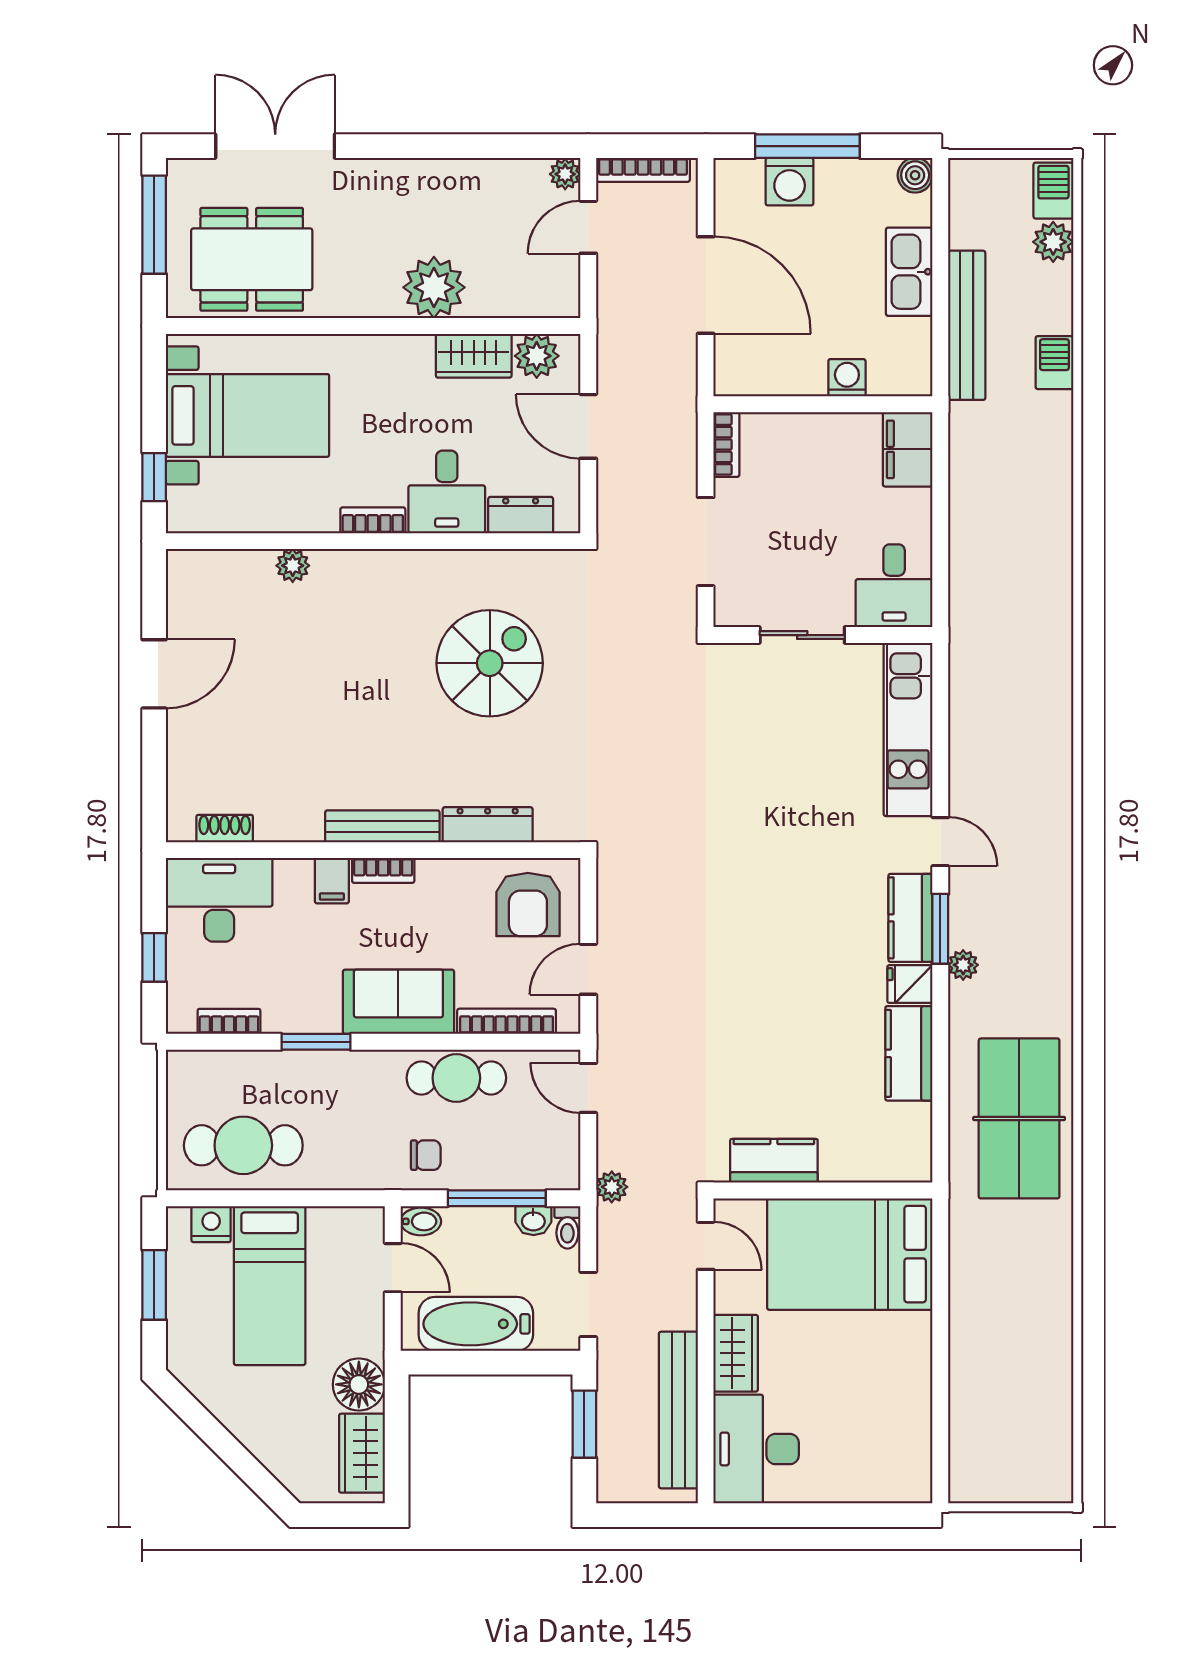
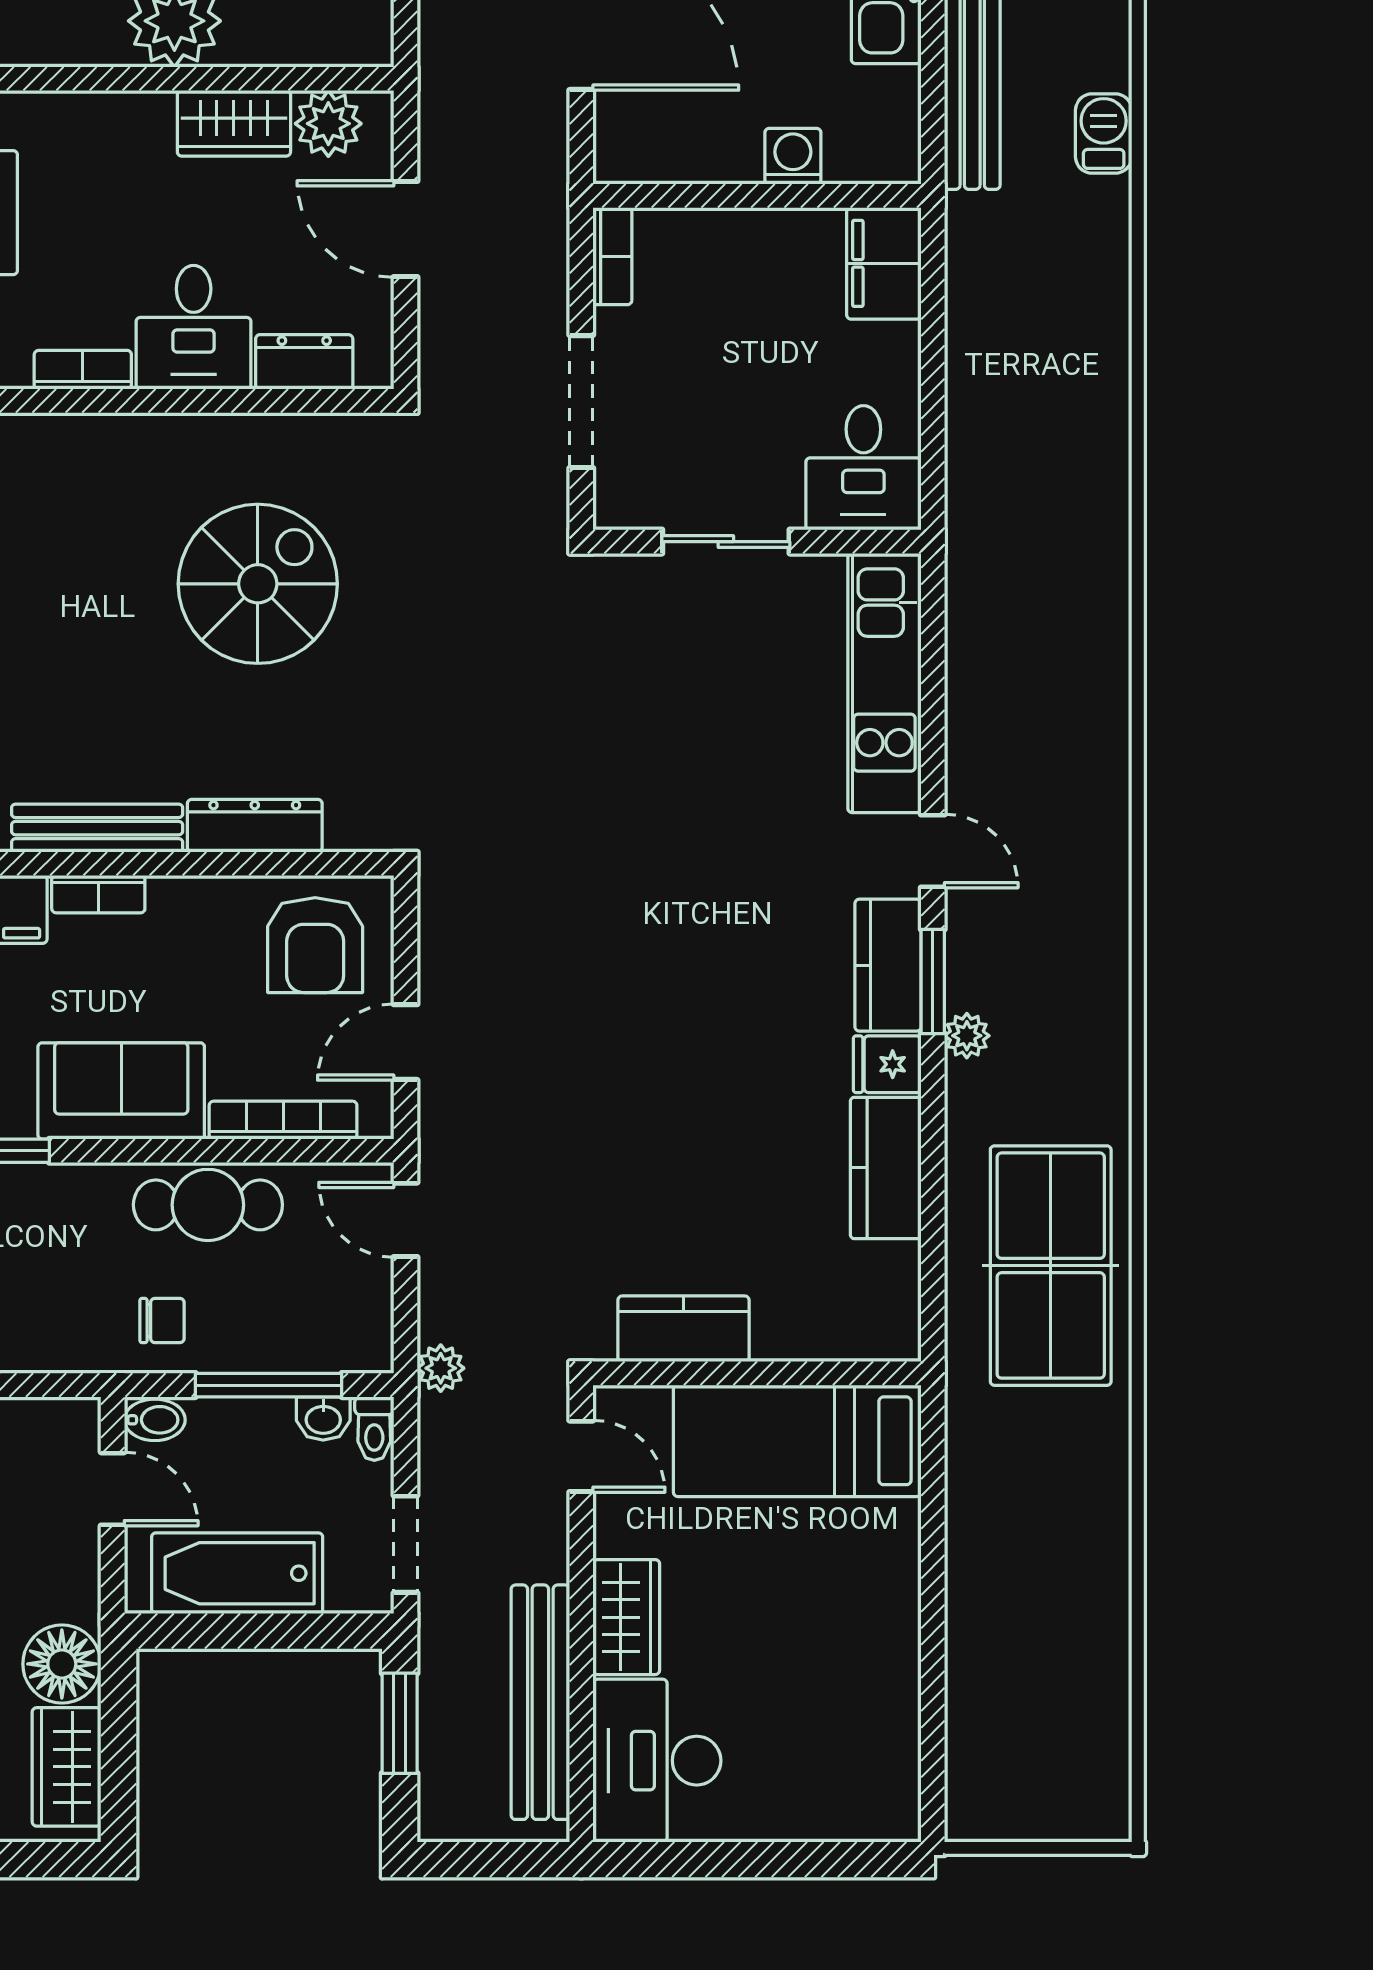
bed: (850, 1254) -> (797, 1441), width x0.67

